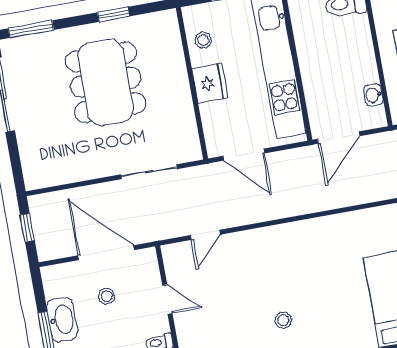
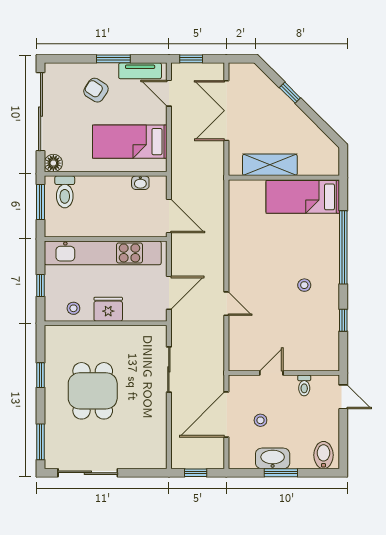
dining table: (106, 82) -> (93, 391), width x0.73
door: (205, 235) -> (226, 304), moved

